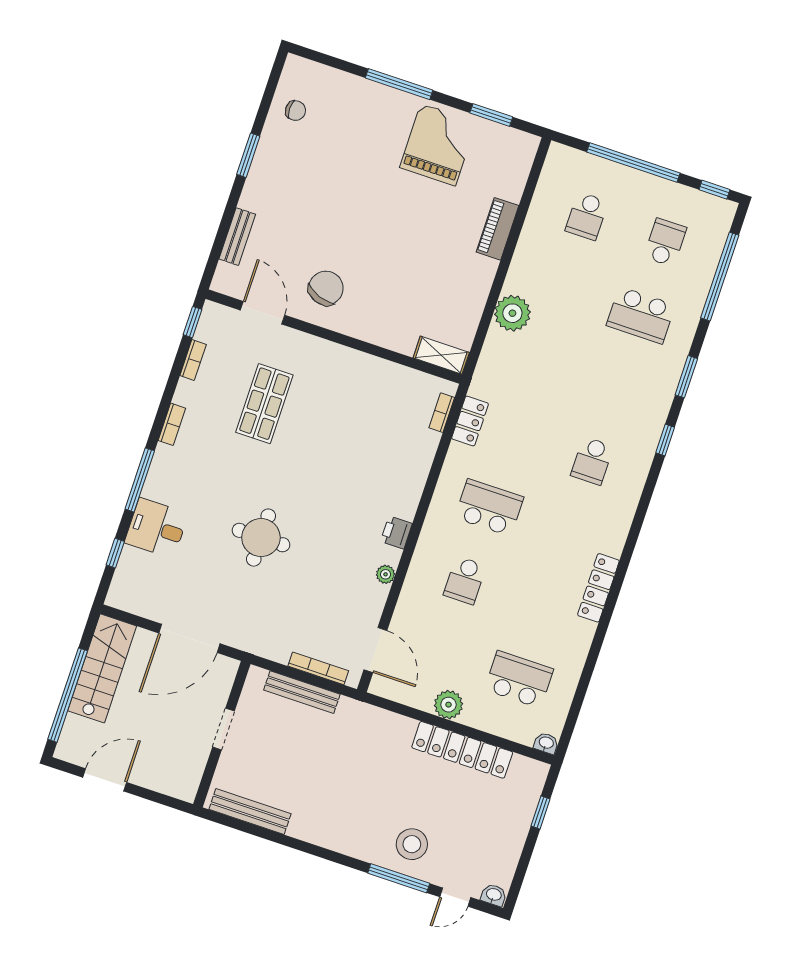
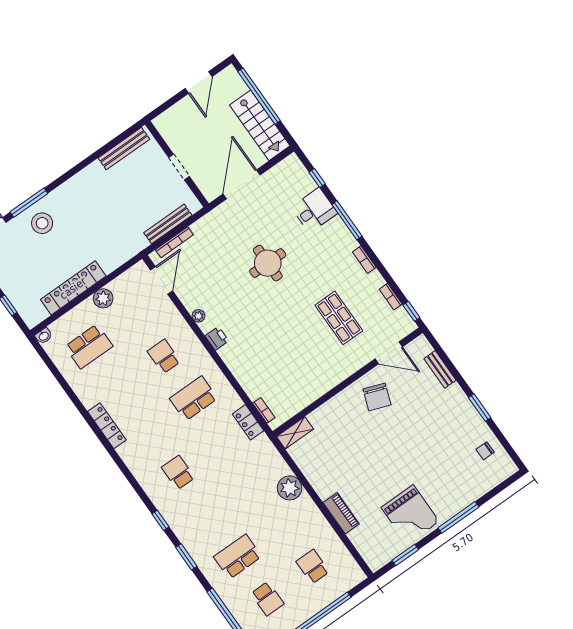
school desk: (489, 507) -> (194, 398), turned 180
door: (375, 650) -> (162, 280), swing flipped

